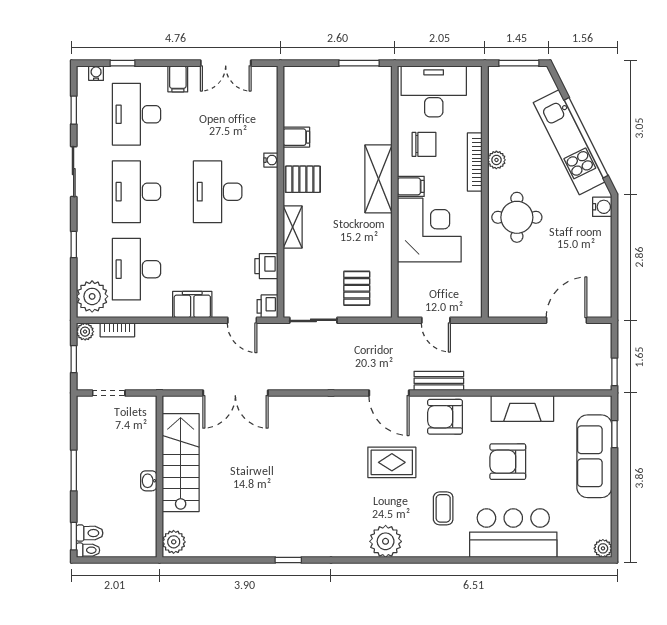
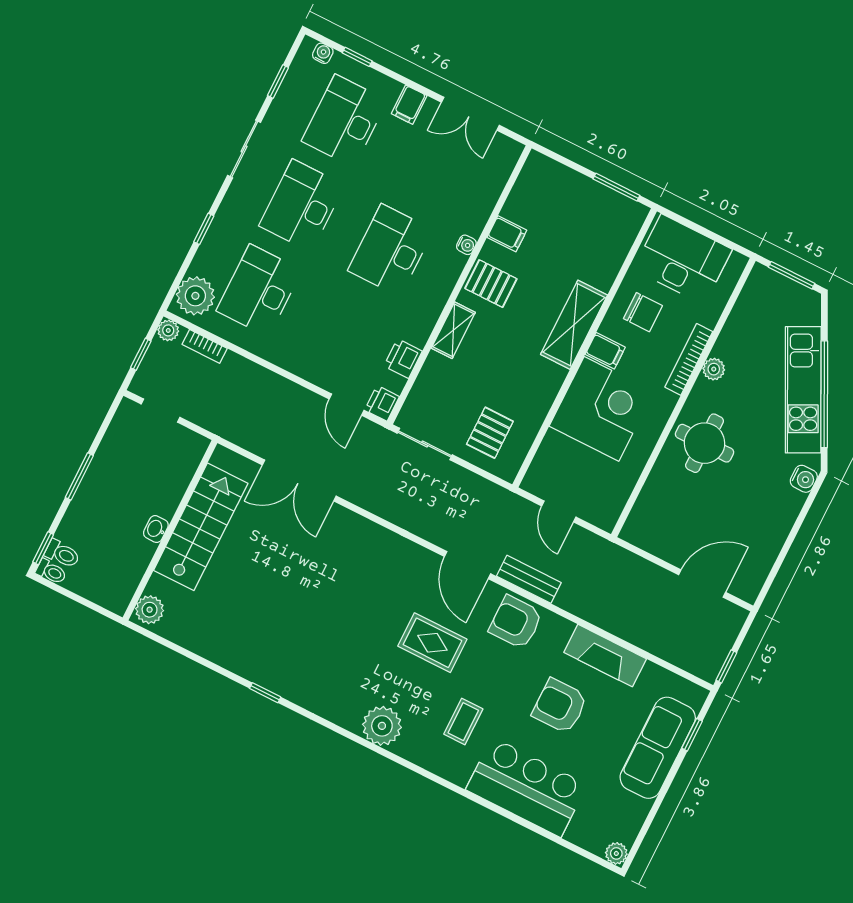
filing cabinet: (192, 305) -> (301, 360), removed

